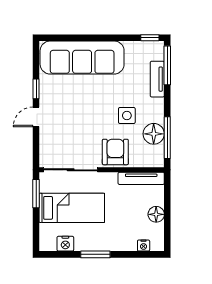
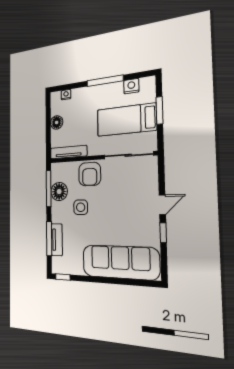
window: (167, 65) -> (49, 239), moved
window: (36, 194) -> (160, 110), moved
window: (95, 254) -> (105, 81), width x1.44

